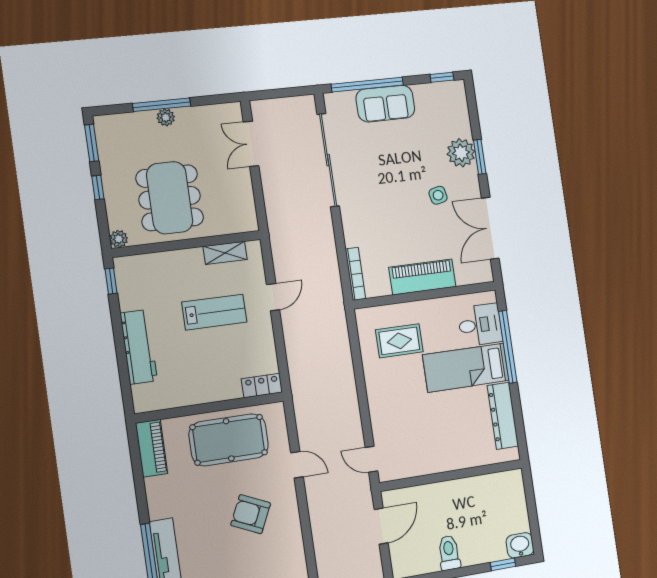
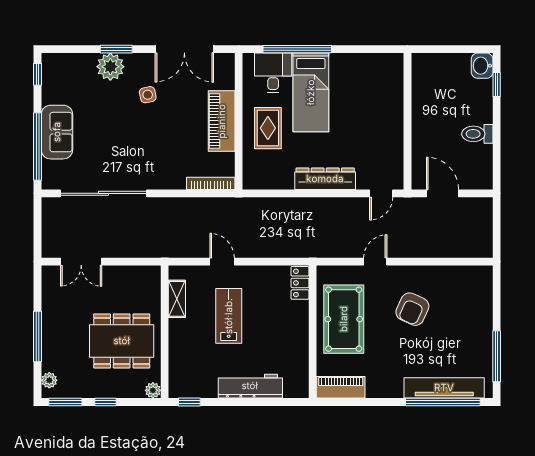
plant: (166, 117) -> (49, 380), moved
rug: (399, 341) -> (268, 128), moved
dresser: (503, 416) -> (325, 179), moved, turned 180

